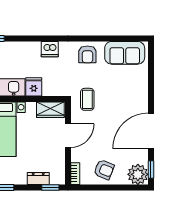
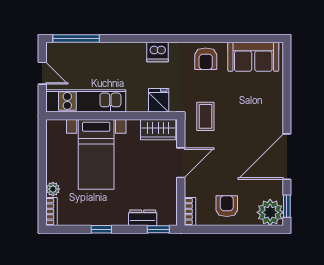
fridge: (34, 87) -> (159, 100), moved
armchair: (104, 170) -> (227, 206), turned -112

